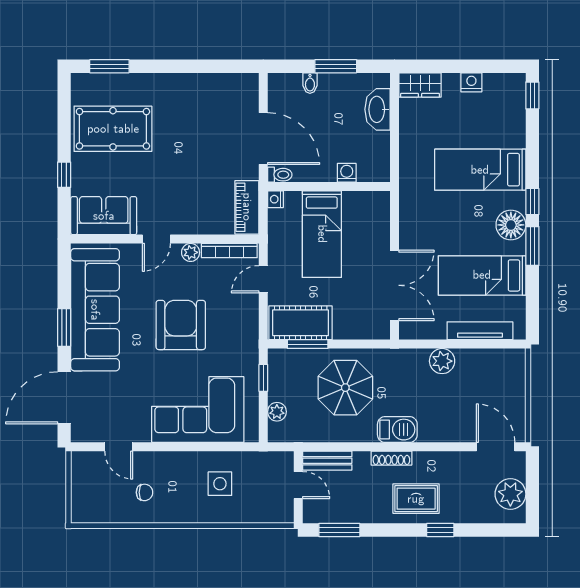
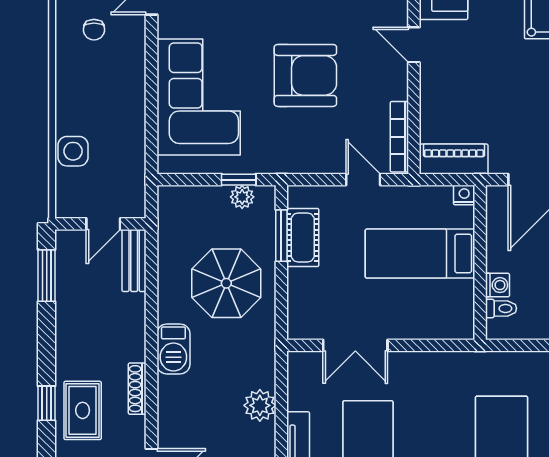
toilet: (280, 175) -> (501, 308), moved, turned -90
plant: (191, 252) -> (397, 88), removed
double door: (395, 285) -> (355, 345), width x0.73
cot: (301, 323) -> (303, 237), width x0.73, depth x0.75
plant: (277, 412) -> (242, 197), moved
shoe rack: (391, 458) -> (137, 389), moved
side table: (220, 484) -> (73, 151), moved
rug: (416, 499) -> (83, 410), moved

